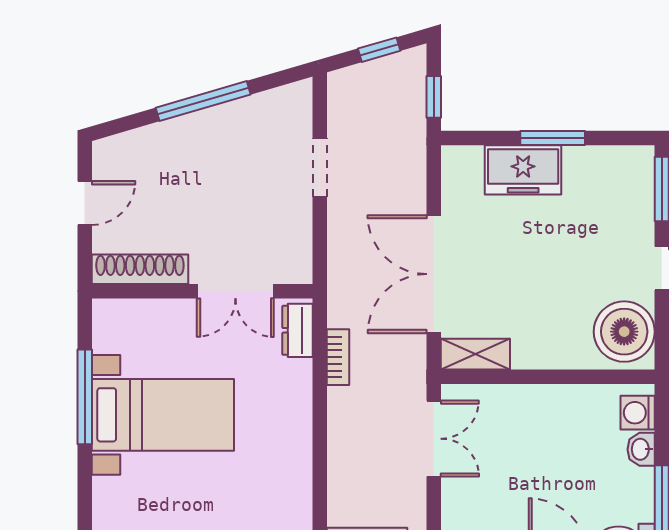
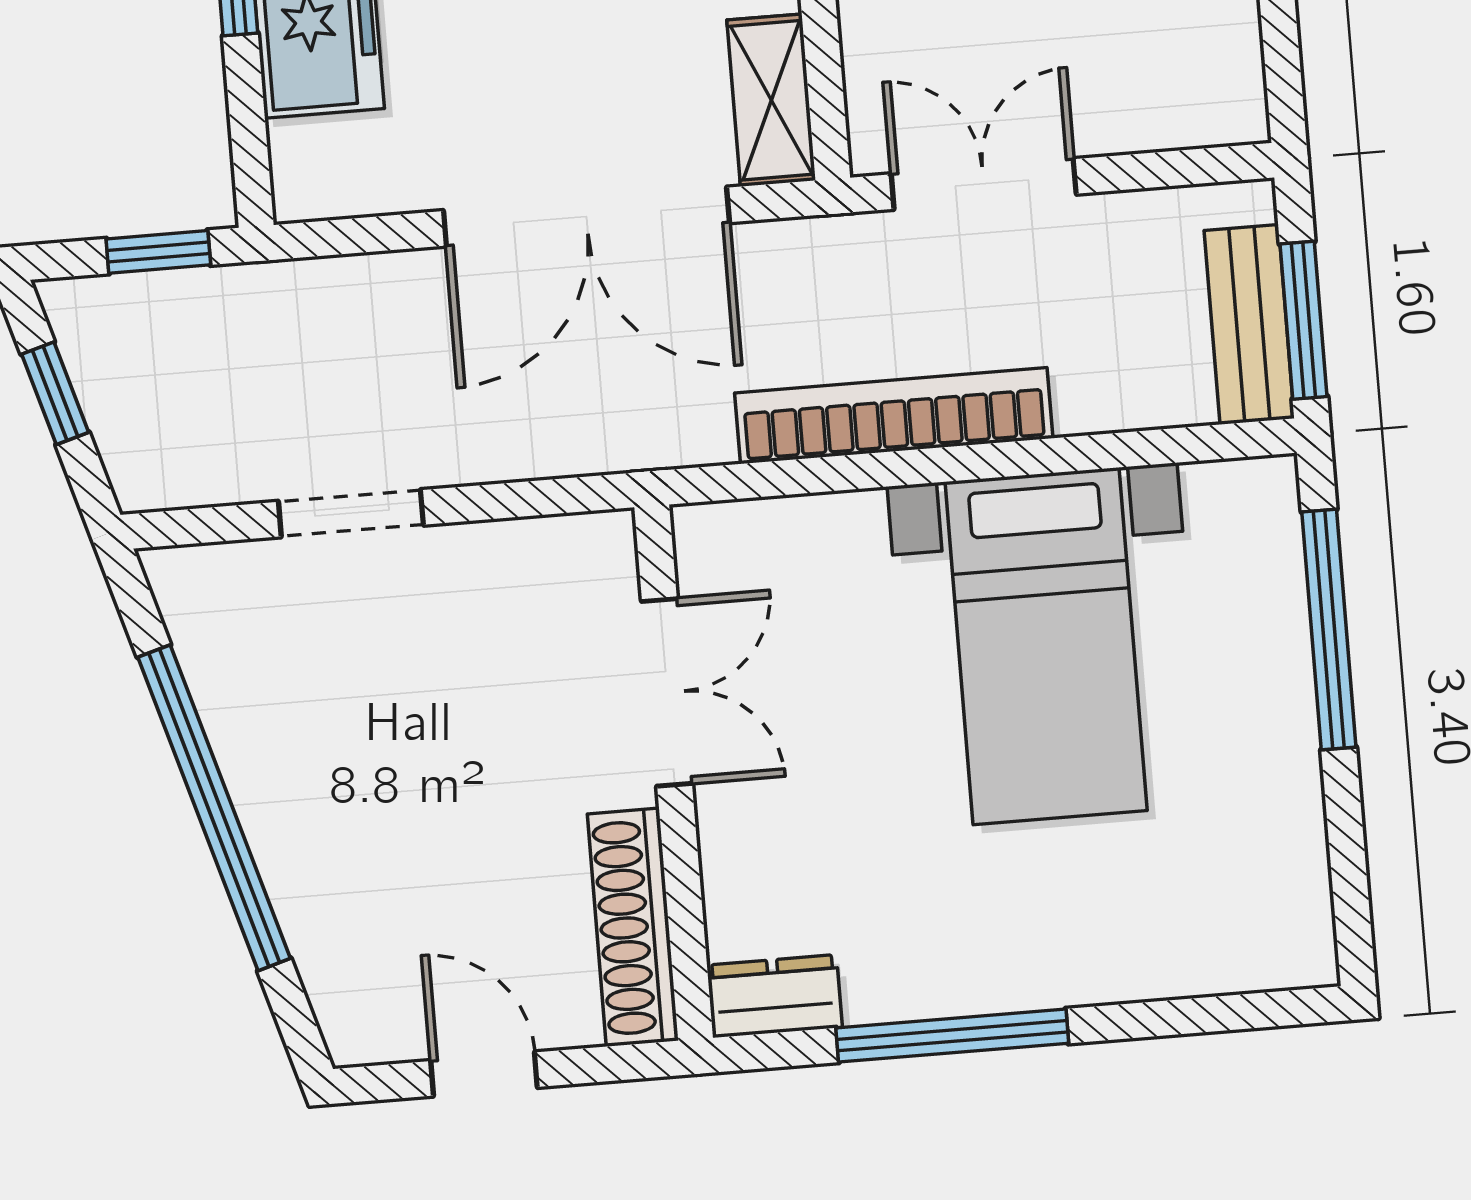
window: (203, 101) -> (214, 808), width x1.46
dresser: (298, 330) -> (775, 996), moved, turned 180
bookcase: (338, 357) -> (894, 416), width x2.31, depth x1.31
bed with nightstands: (163, 415) -> (1046, 646), moved, turned 180

